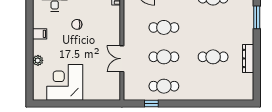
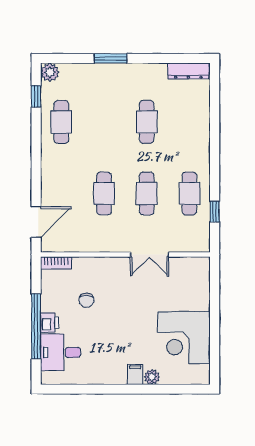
window: (257, 17) -> (111, 58), moved
chair: (77, 24) -> (86, 300), moved
filing cabinet: (40, 34) -> (135, 374), moved
dresser: (248, 58) -> (188, 71), moved

